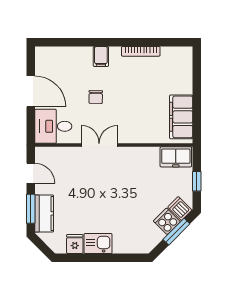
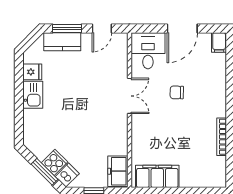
filing cabinet: (101, 56) -> (219, 42), moved, turned -90

